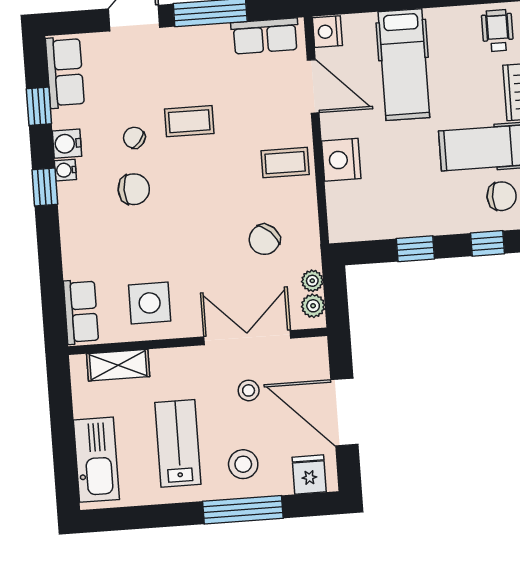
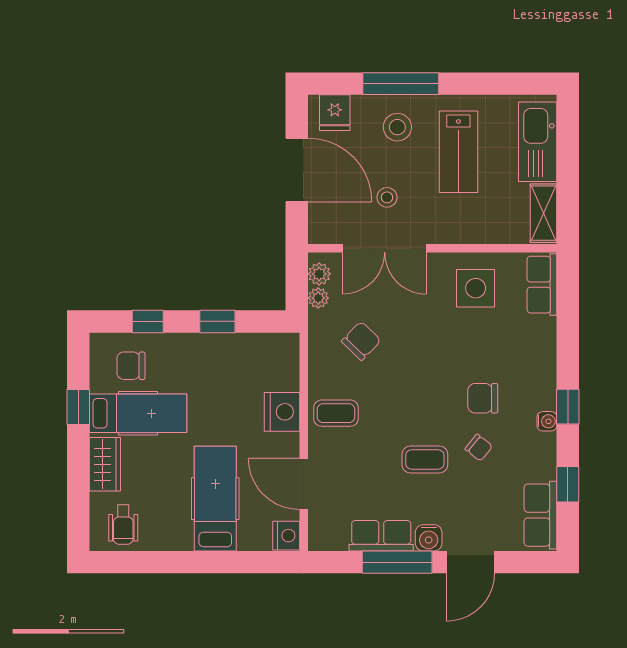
row of seats: (265, 36) -> (381, 536), moved
water cooler: (67, 144) -> (429, 538), moved, turned 90
shelving: (118, 365) -> (544, 213), moved, turned 90

